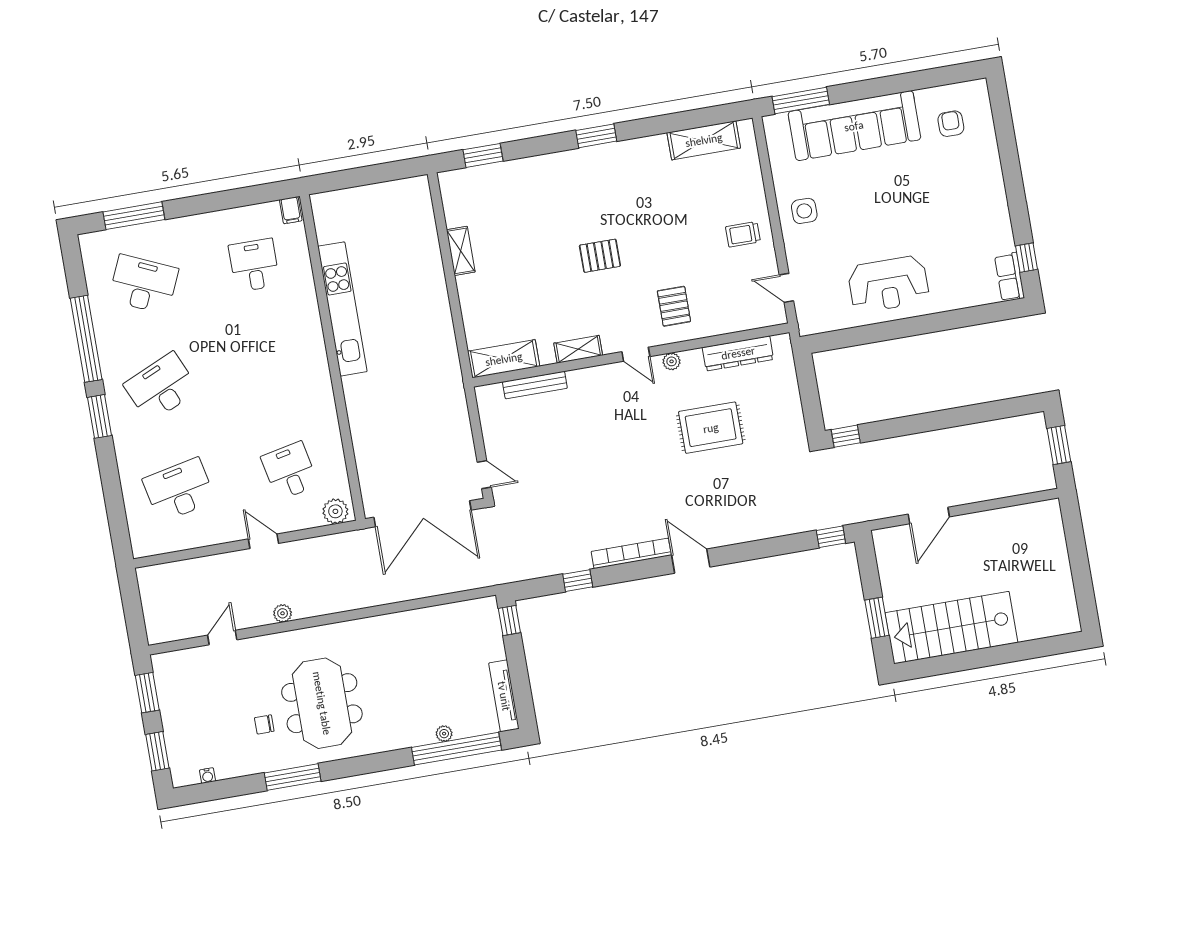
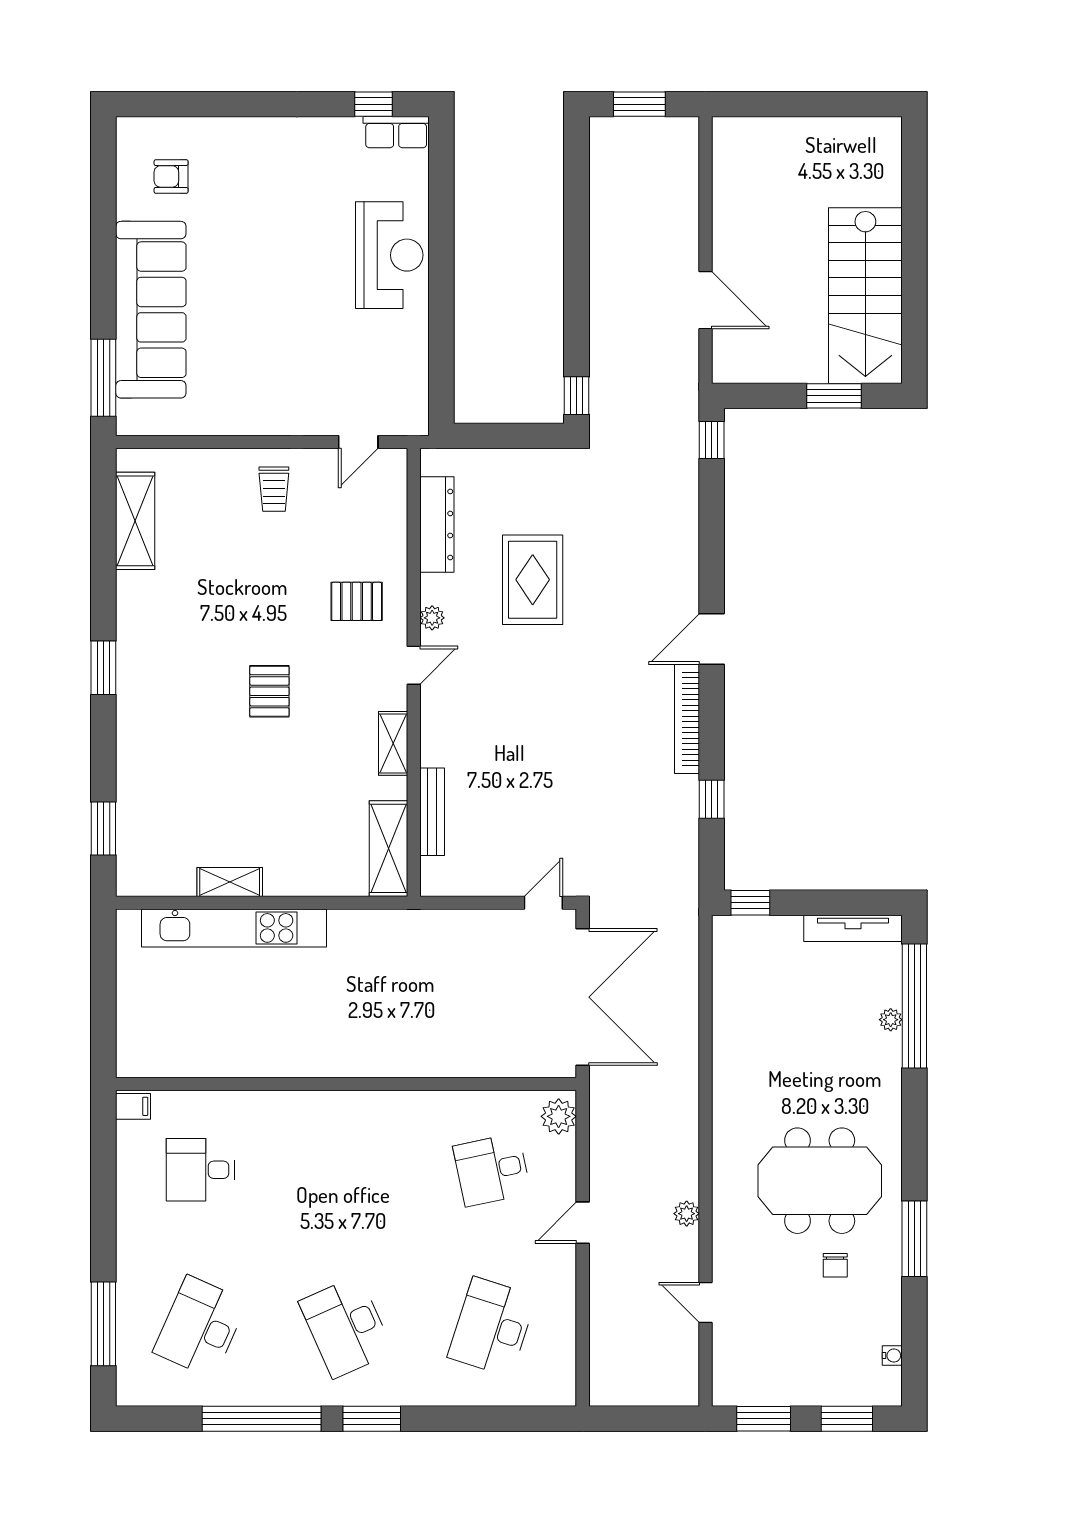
side table: (804, 211) -> (256, 399), removed
reception desk: (888, 284) -> (389, 255), moved
kitchen unit: (342, 309) -> (234, 928), moved, turned 180
desk: (179, 490) -> (492, 1327), turned 30

